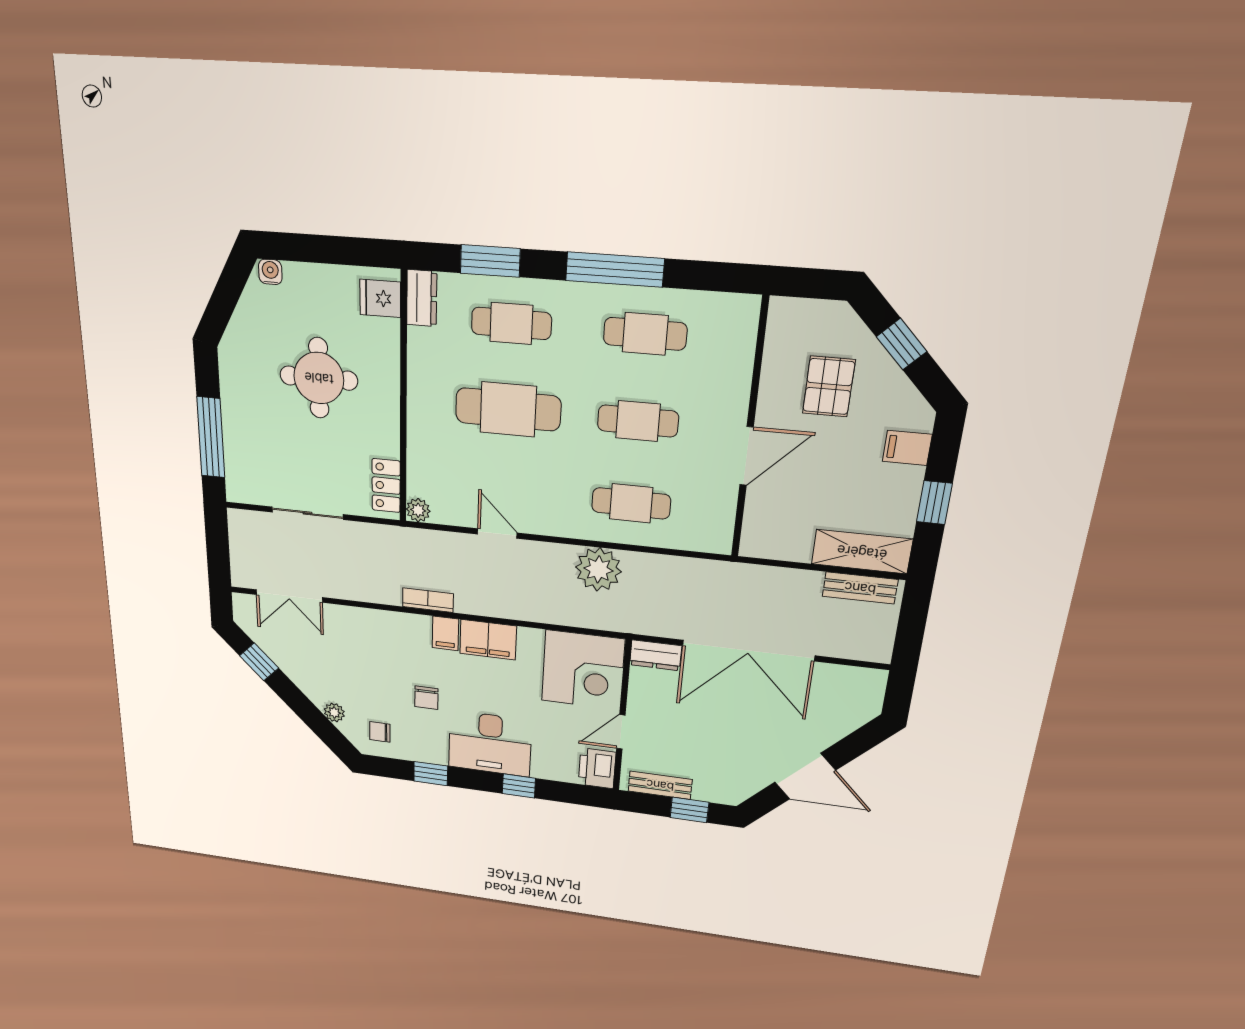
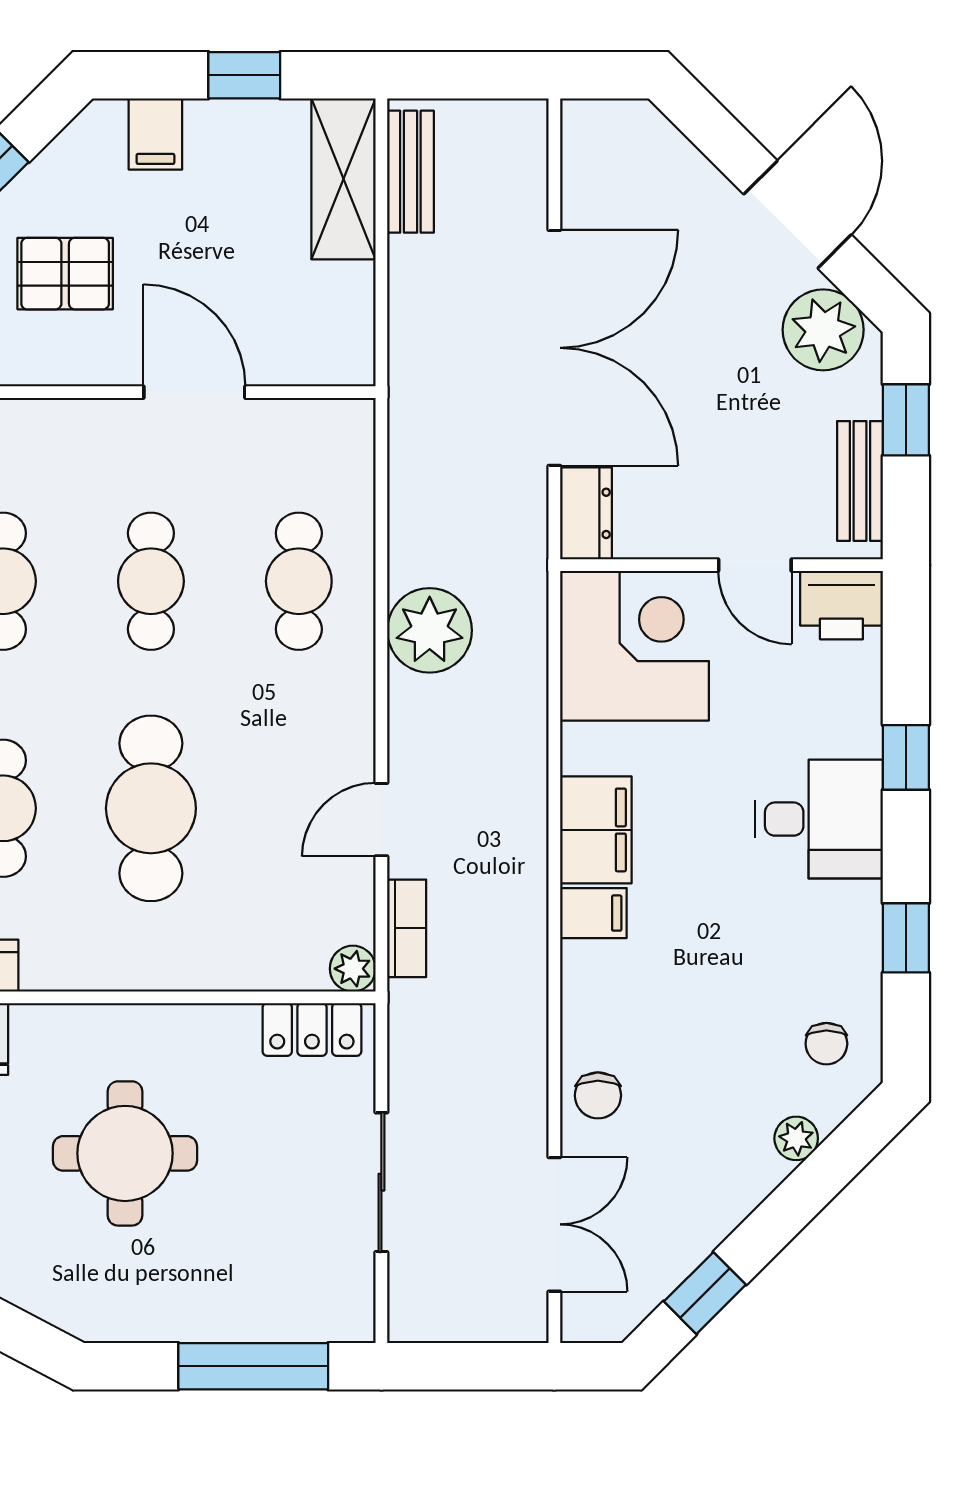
bookcase: (428, 600) -> (407, 928), moved, turned 180
chair: (426, 698) -> (598, 1095), moved, turned 90
desk: (490, 743) -> (819, 819), width x0.73
plant: (741, 780) -> (823, 330), added

